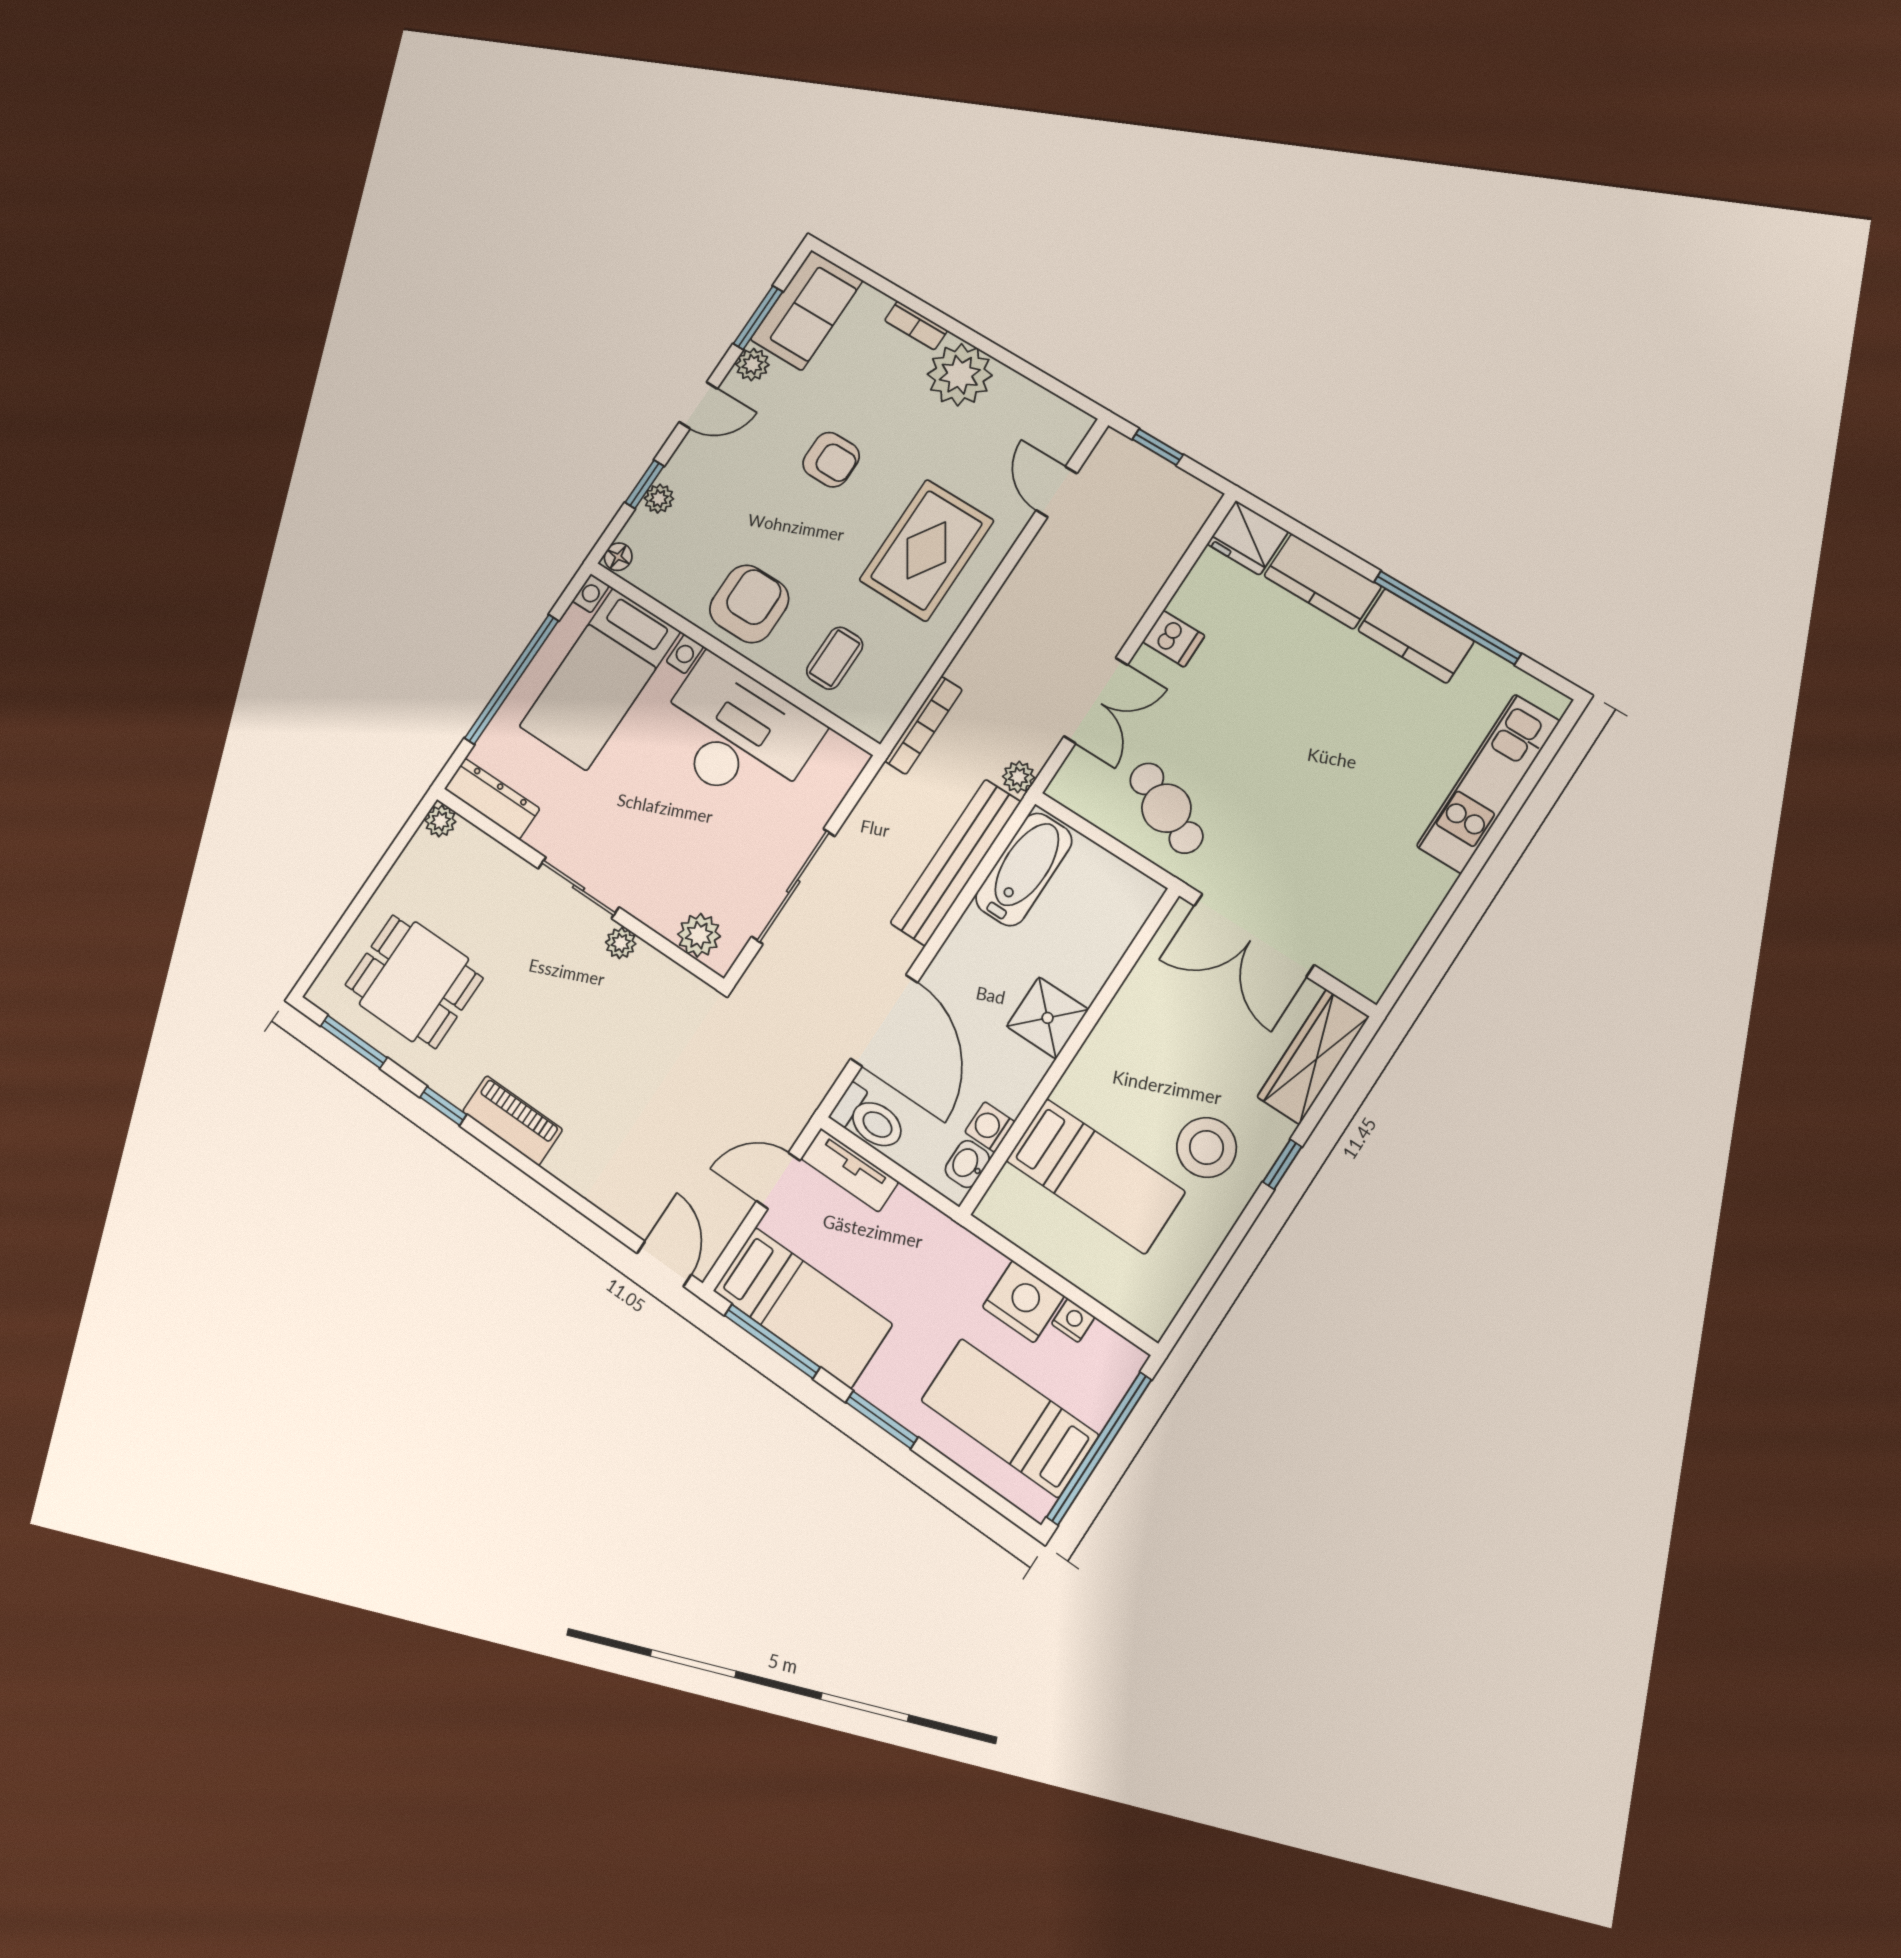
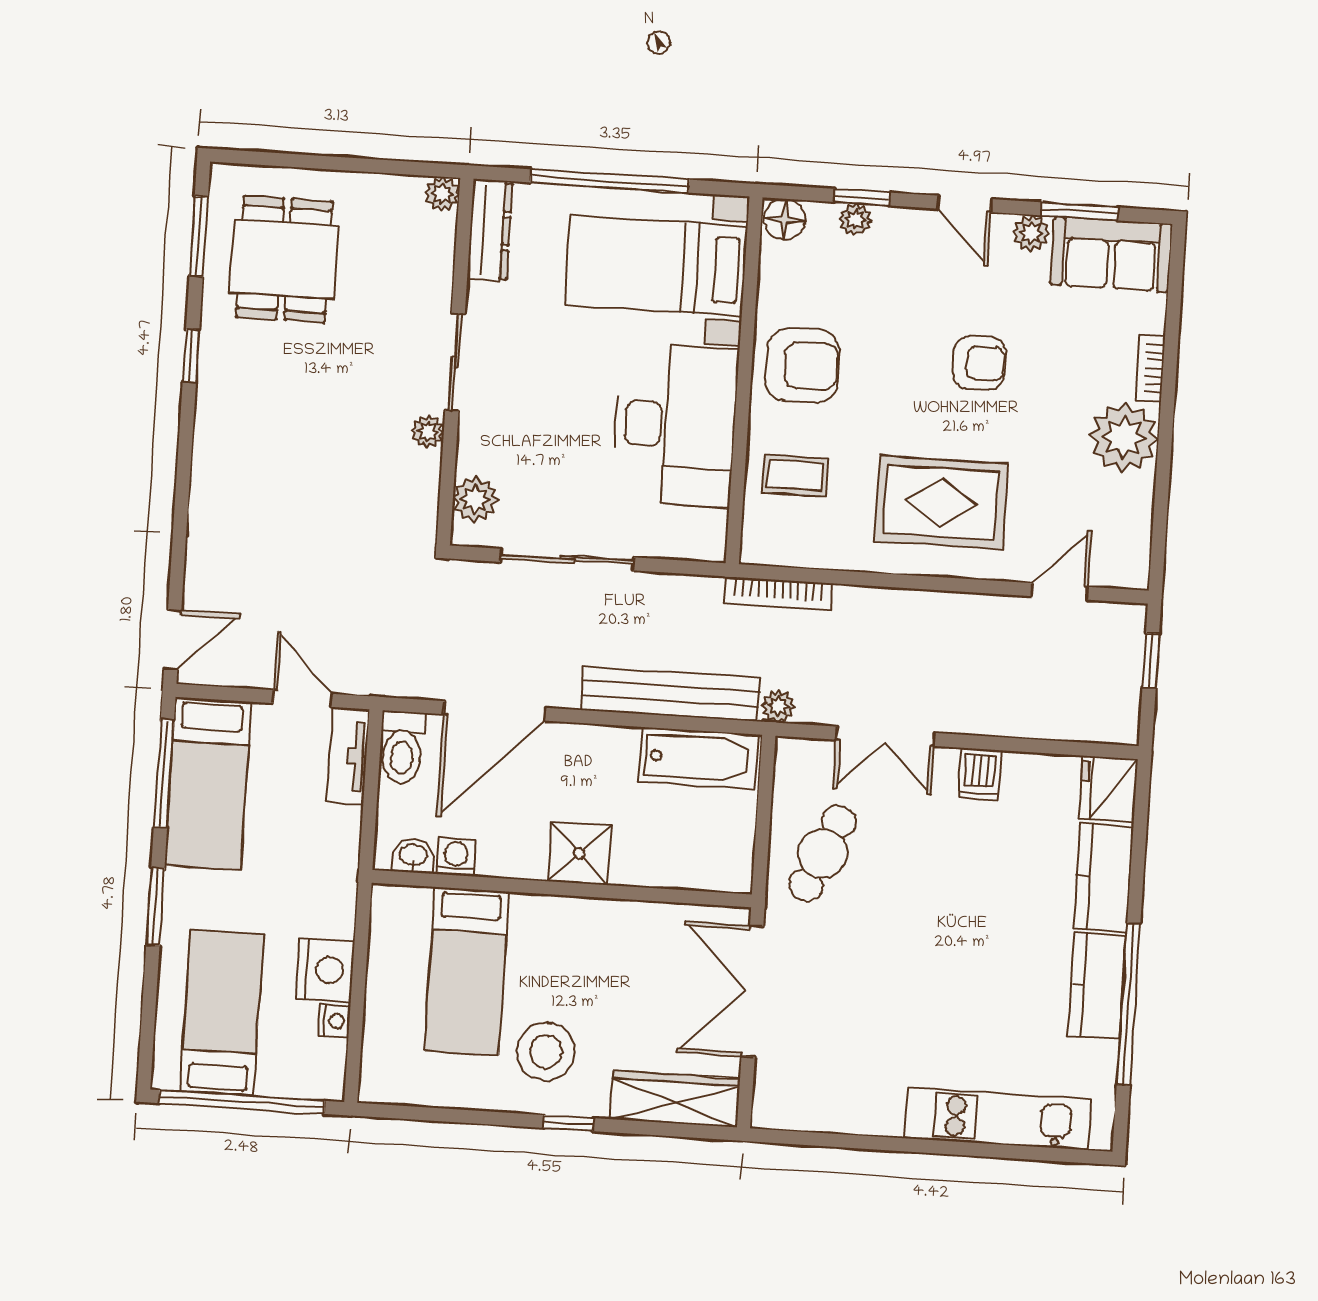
armchair: (831, 460) -> (979, 363), turned -90
floor lamp: (618, 557) -> (785, 219), width x1.37, depth x1.37
piano: (512, 1120) -> (215, 427), removed

